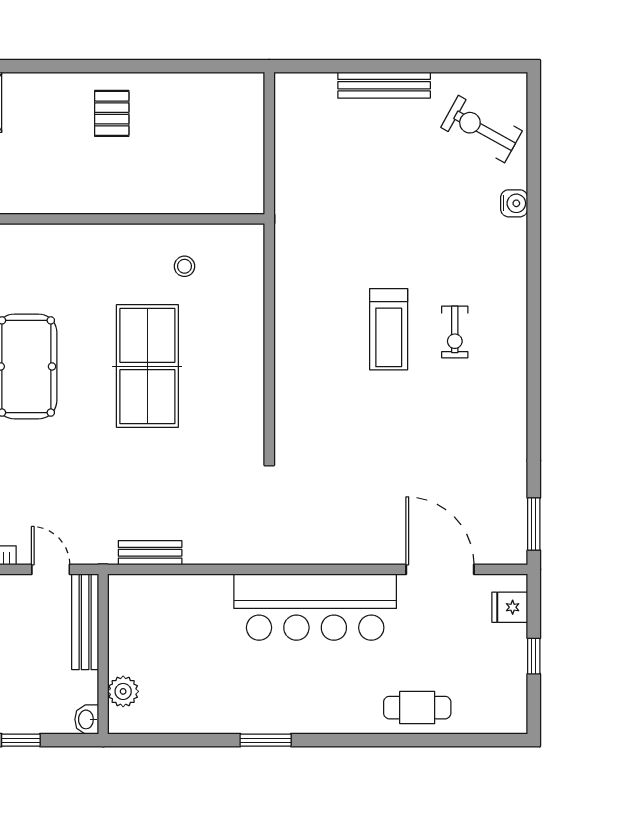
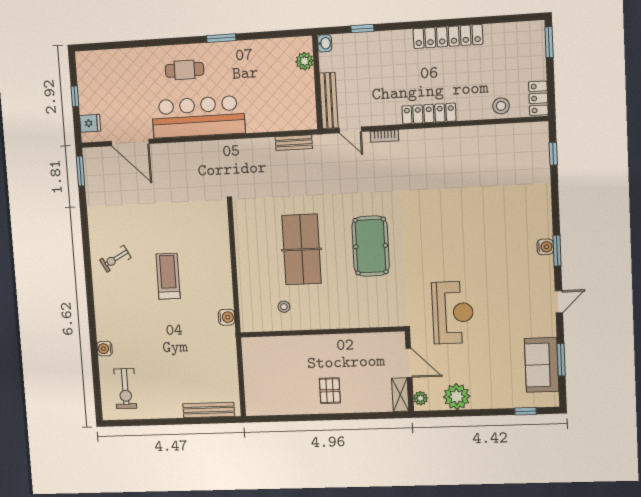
bench: (384, 85) -> (209, 410), moved
exercise bike: (482, 129) -> (125, 389), turned 61
water cooler: (288, 252) -> (227, 317), added
exercise bike: (455, 332) -> (115, 259), moved, turned -118
cafe table: (417, 708) -> (184, 70), moved

